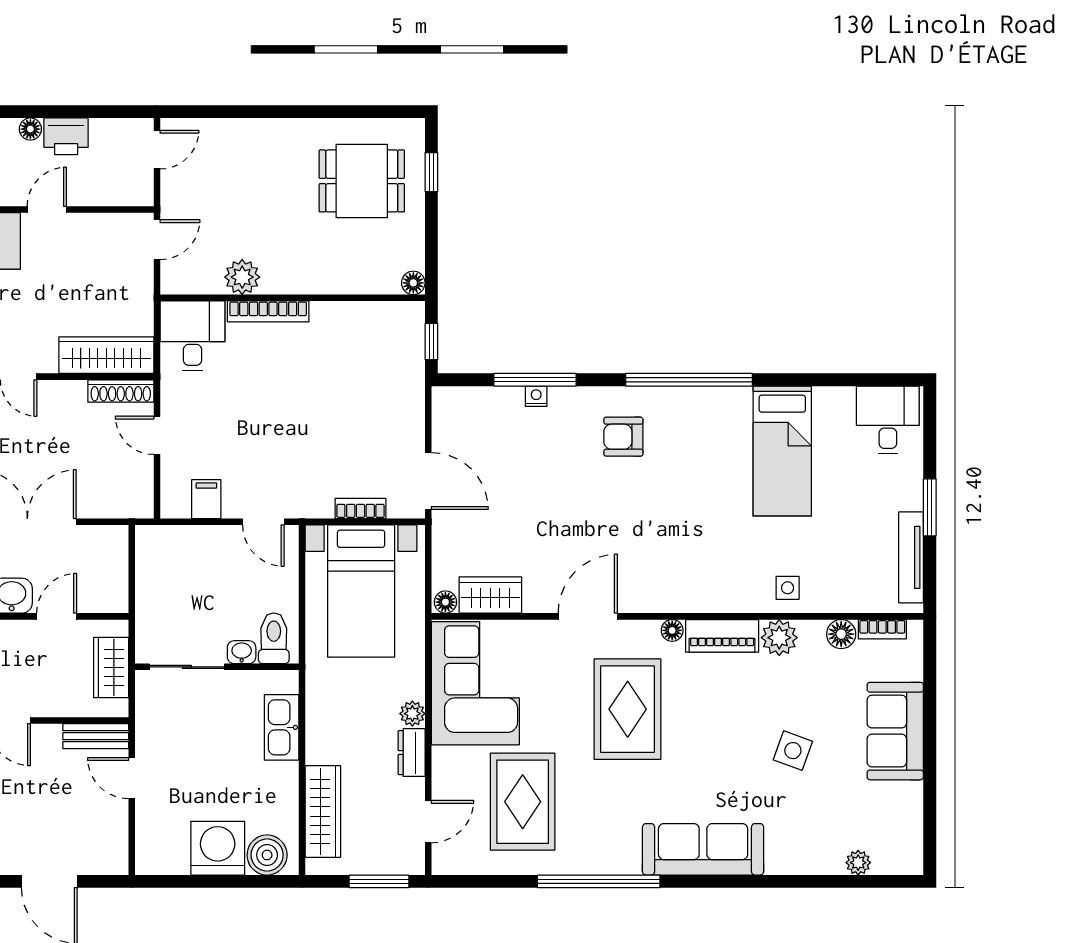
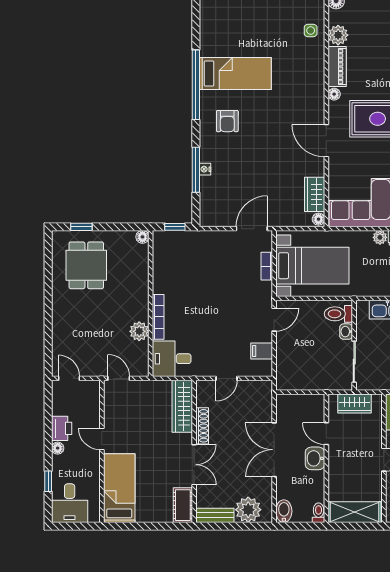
shoe rack: (121, 391) -> (202, 426), moved
bed: (782, 451) -> (235, 74), moved

